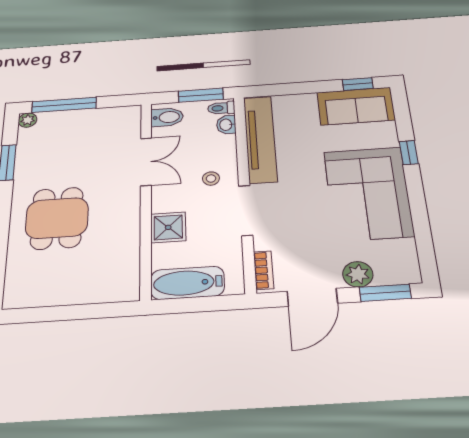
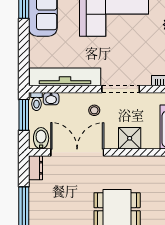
dresser: (124, 114) -> (36, 168), added
double door: (146, 162) -> (77, 152), width x1.37

